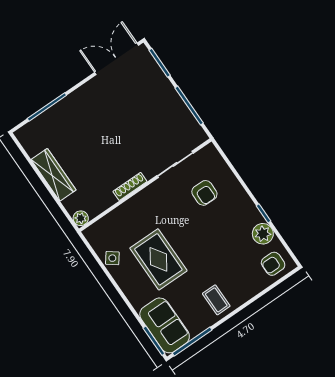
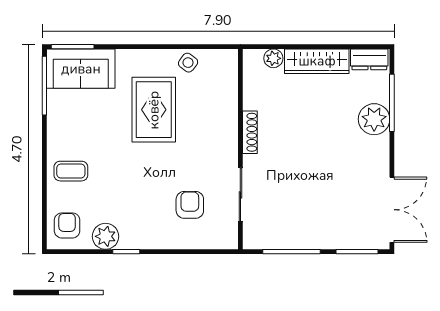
plant: (66, 111) -> (374, 119), added
dresser: (29, 141) -> (369, 59), added
armchair: (204, 193) -> (190, 205), turned 90
plant: (81, 218) -> (273, 58), moved
rug: (158, 259) -> (154, 110), turned 90
coffee table: (216, 300) -> (71, 171), moved

